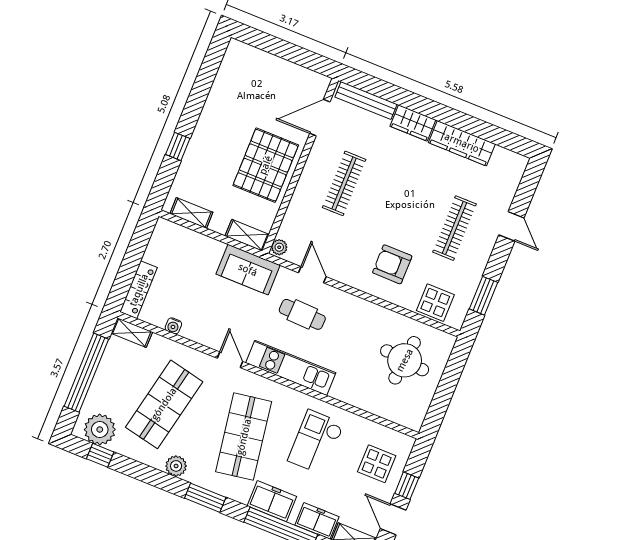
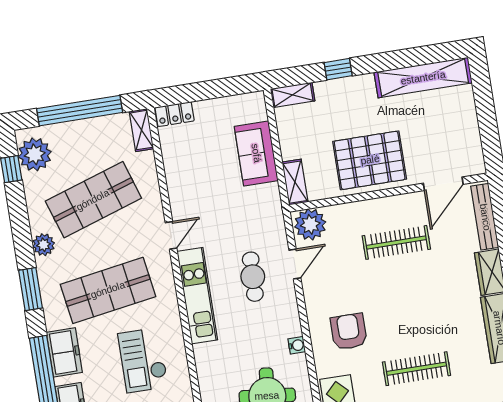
shelving: (225, 83) -> (423, 78), added
door: (320, 118) -> (443, 184), swing flipped
shelving: (191, 213) -> (292, 95), moved, turned 90
plant: (279, 247) -> (310, 224), width x1.88, depth x1.88
sofa: (248, 270) -> (256, 153), moved
locker: (139, 290) -> (175, 114), width x0.66
water cooler: (173, 326) -> (297, 345), moved, turned 180
shop shelf: (164, 404) -> (93, 200), turned -30
checkout: (316, 442) -> (143, 360), turned -90

